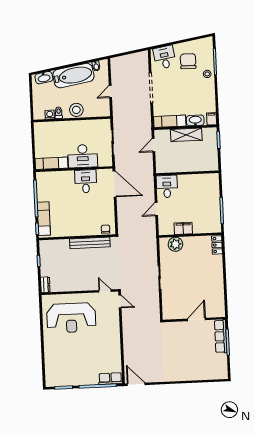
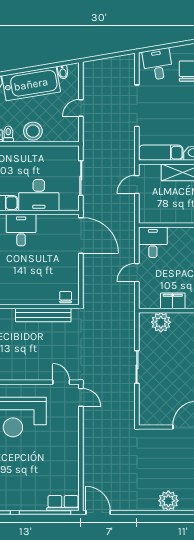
desk: (86, 181) -> (21, 230), moved
plant: (187, 373) -> (168, 501), added

